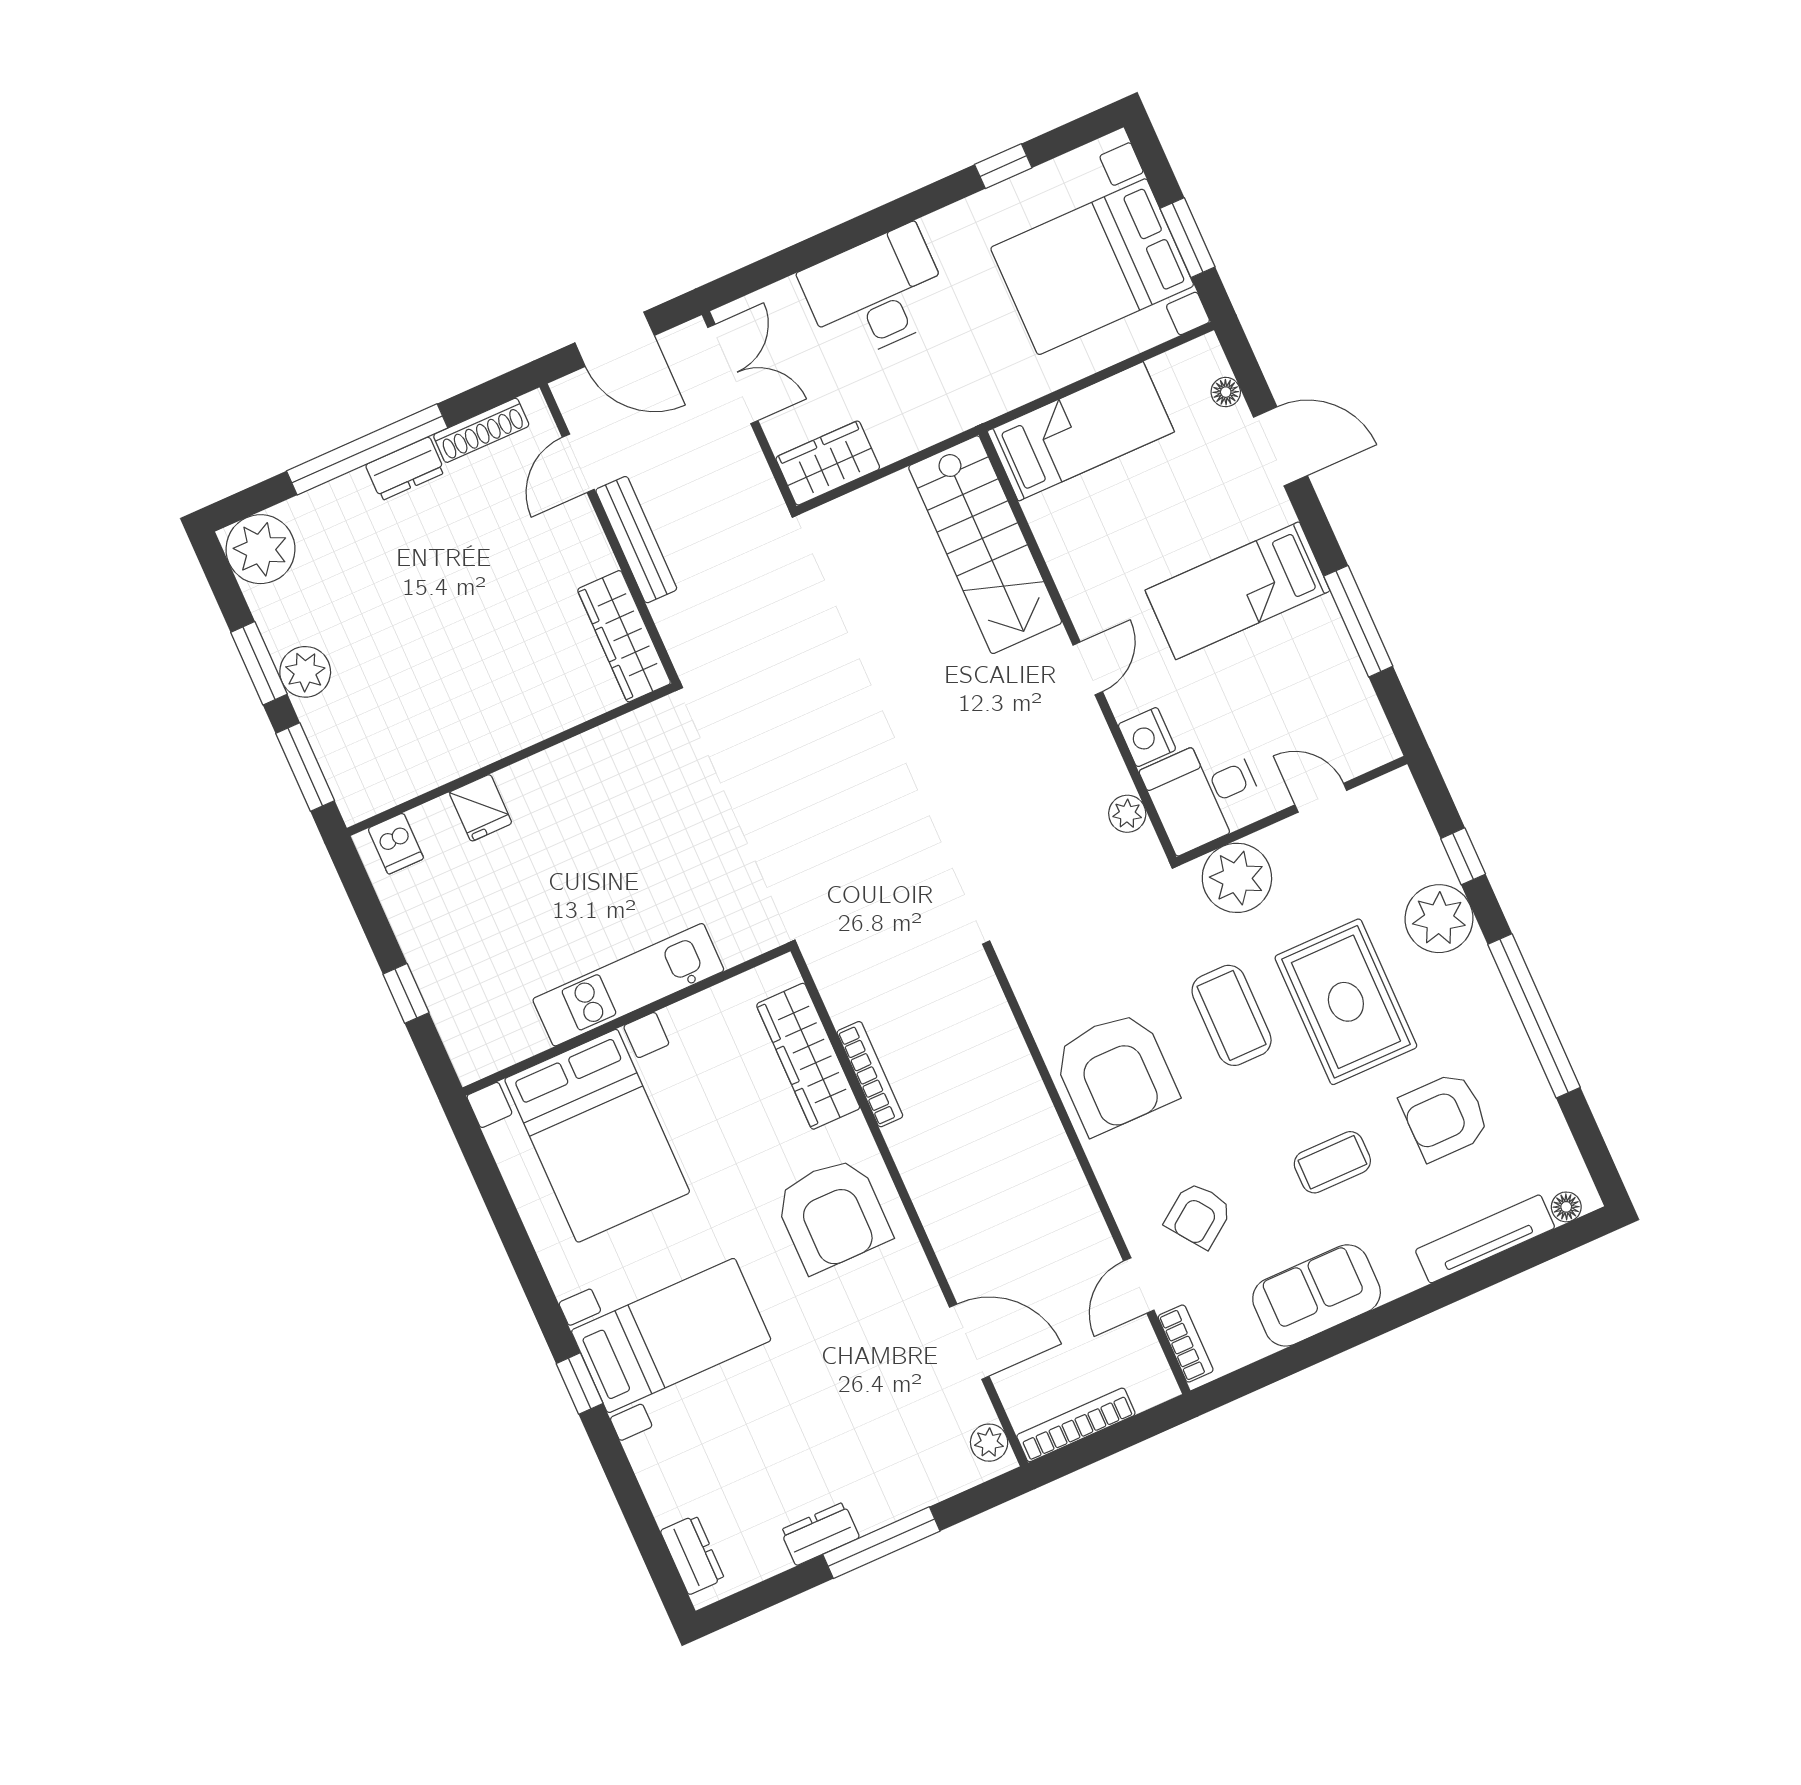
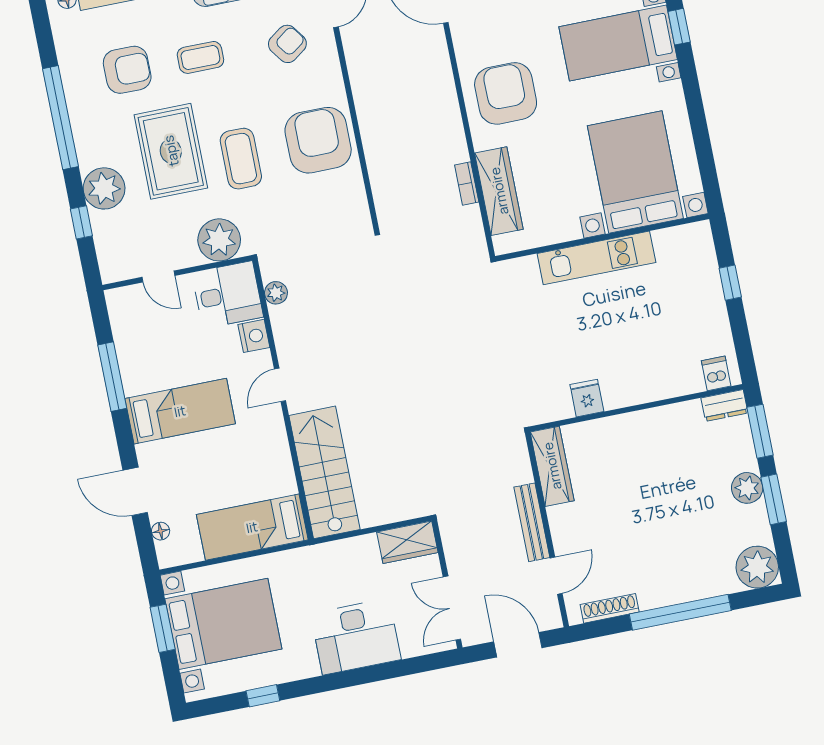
dresser: (405, 469) -> (724, 405), moved, turned 180
fridge: (481, 808) -> (587, 398), moved
bookcase: (870, 1074) -> (467, 184), width x0.64

